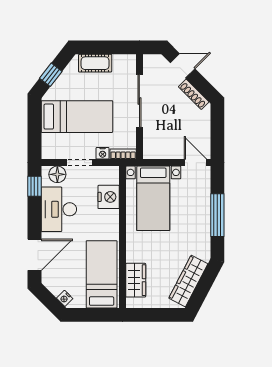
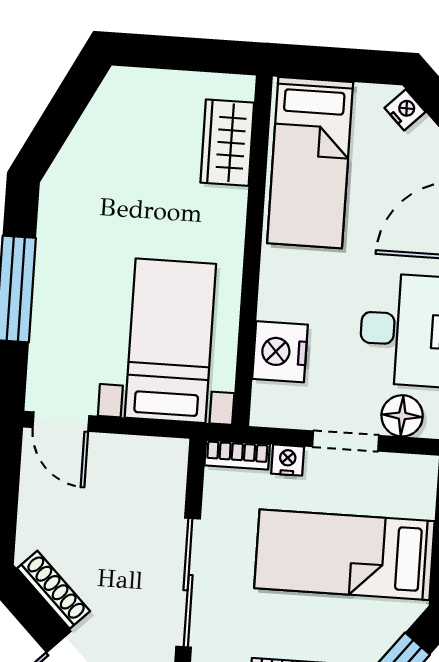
wardrobe: (188, 281) -> (98, 132), removed

